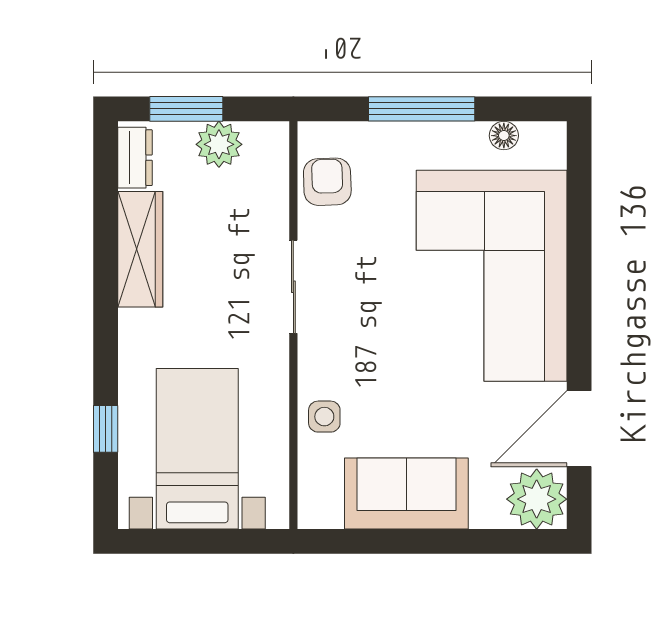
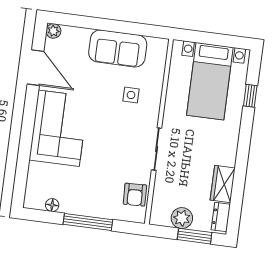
wardrobe: (140, 249) -> (223, 184), width x0.67
corner sofa: (492, 276) -> (59, 128), width x0.73, depth x0.74
side table: (324, 417) -> (131, 95), moved
door: (579, 429) -> (36, 68), hinge flipped
plant: (537, 499) -> (53, 31), width x0.53, depth x0.53

